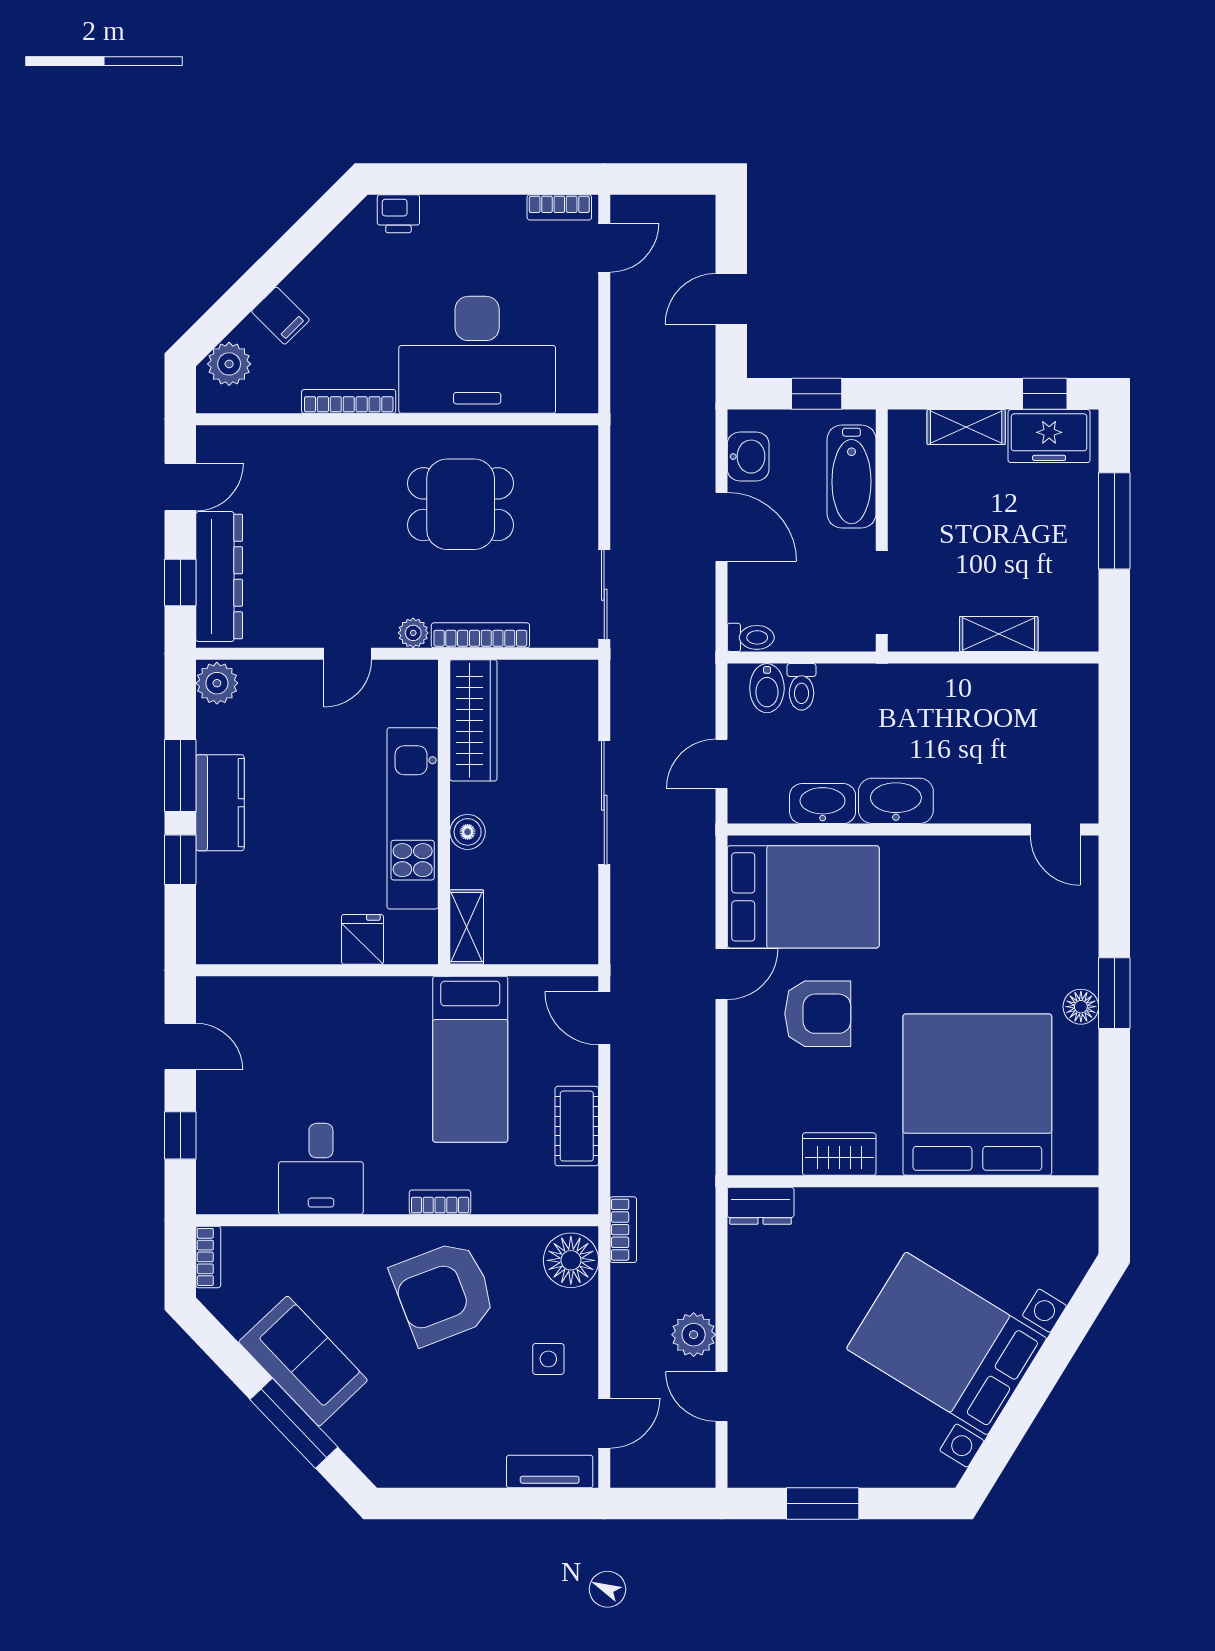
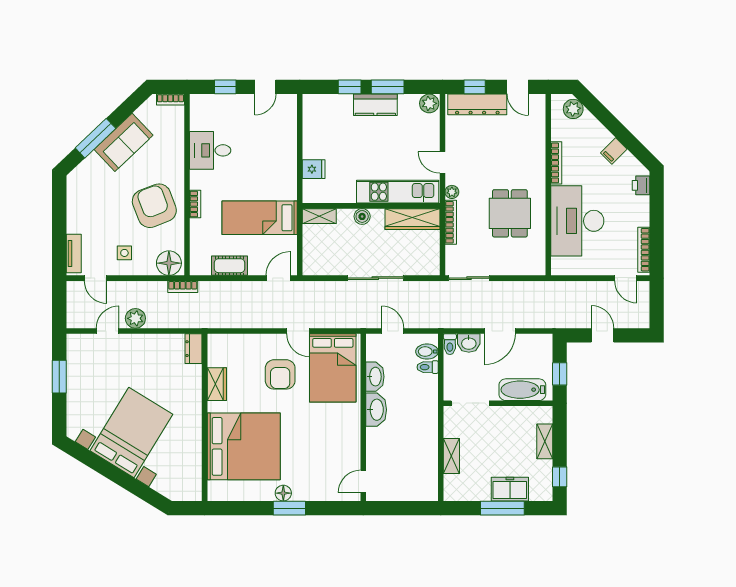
bookcase: (559, 207) -> (644, 250), width x1.56
filing cabinet: (281, 316) -> (614, 151), moved
freezer: (1049, 436) -> (510, 489), moved, turned 90
washbasin: (748, 457) -> (469, 343), moved
kitchen unit: (413, 818) -> (398, 192), moved

